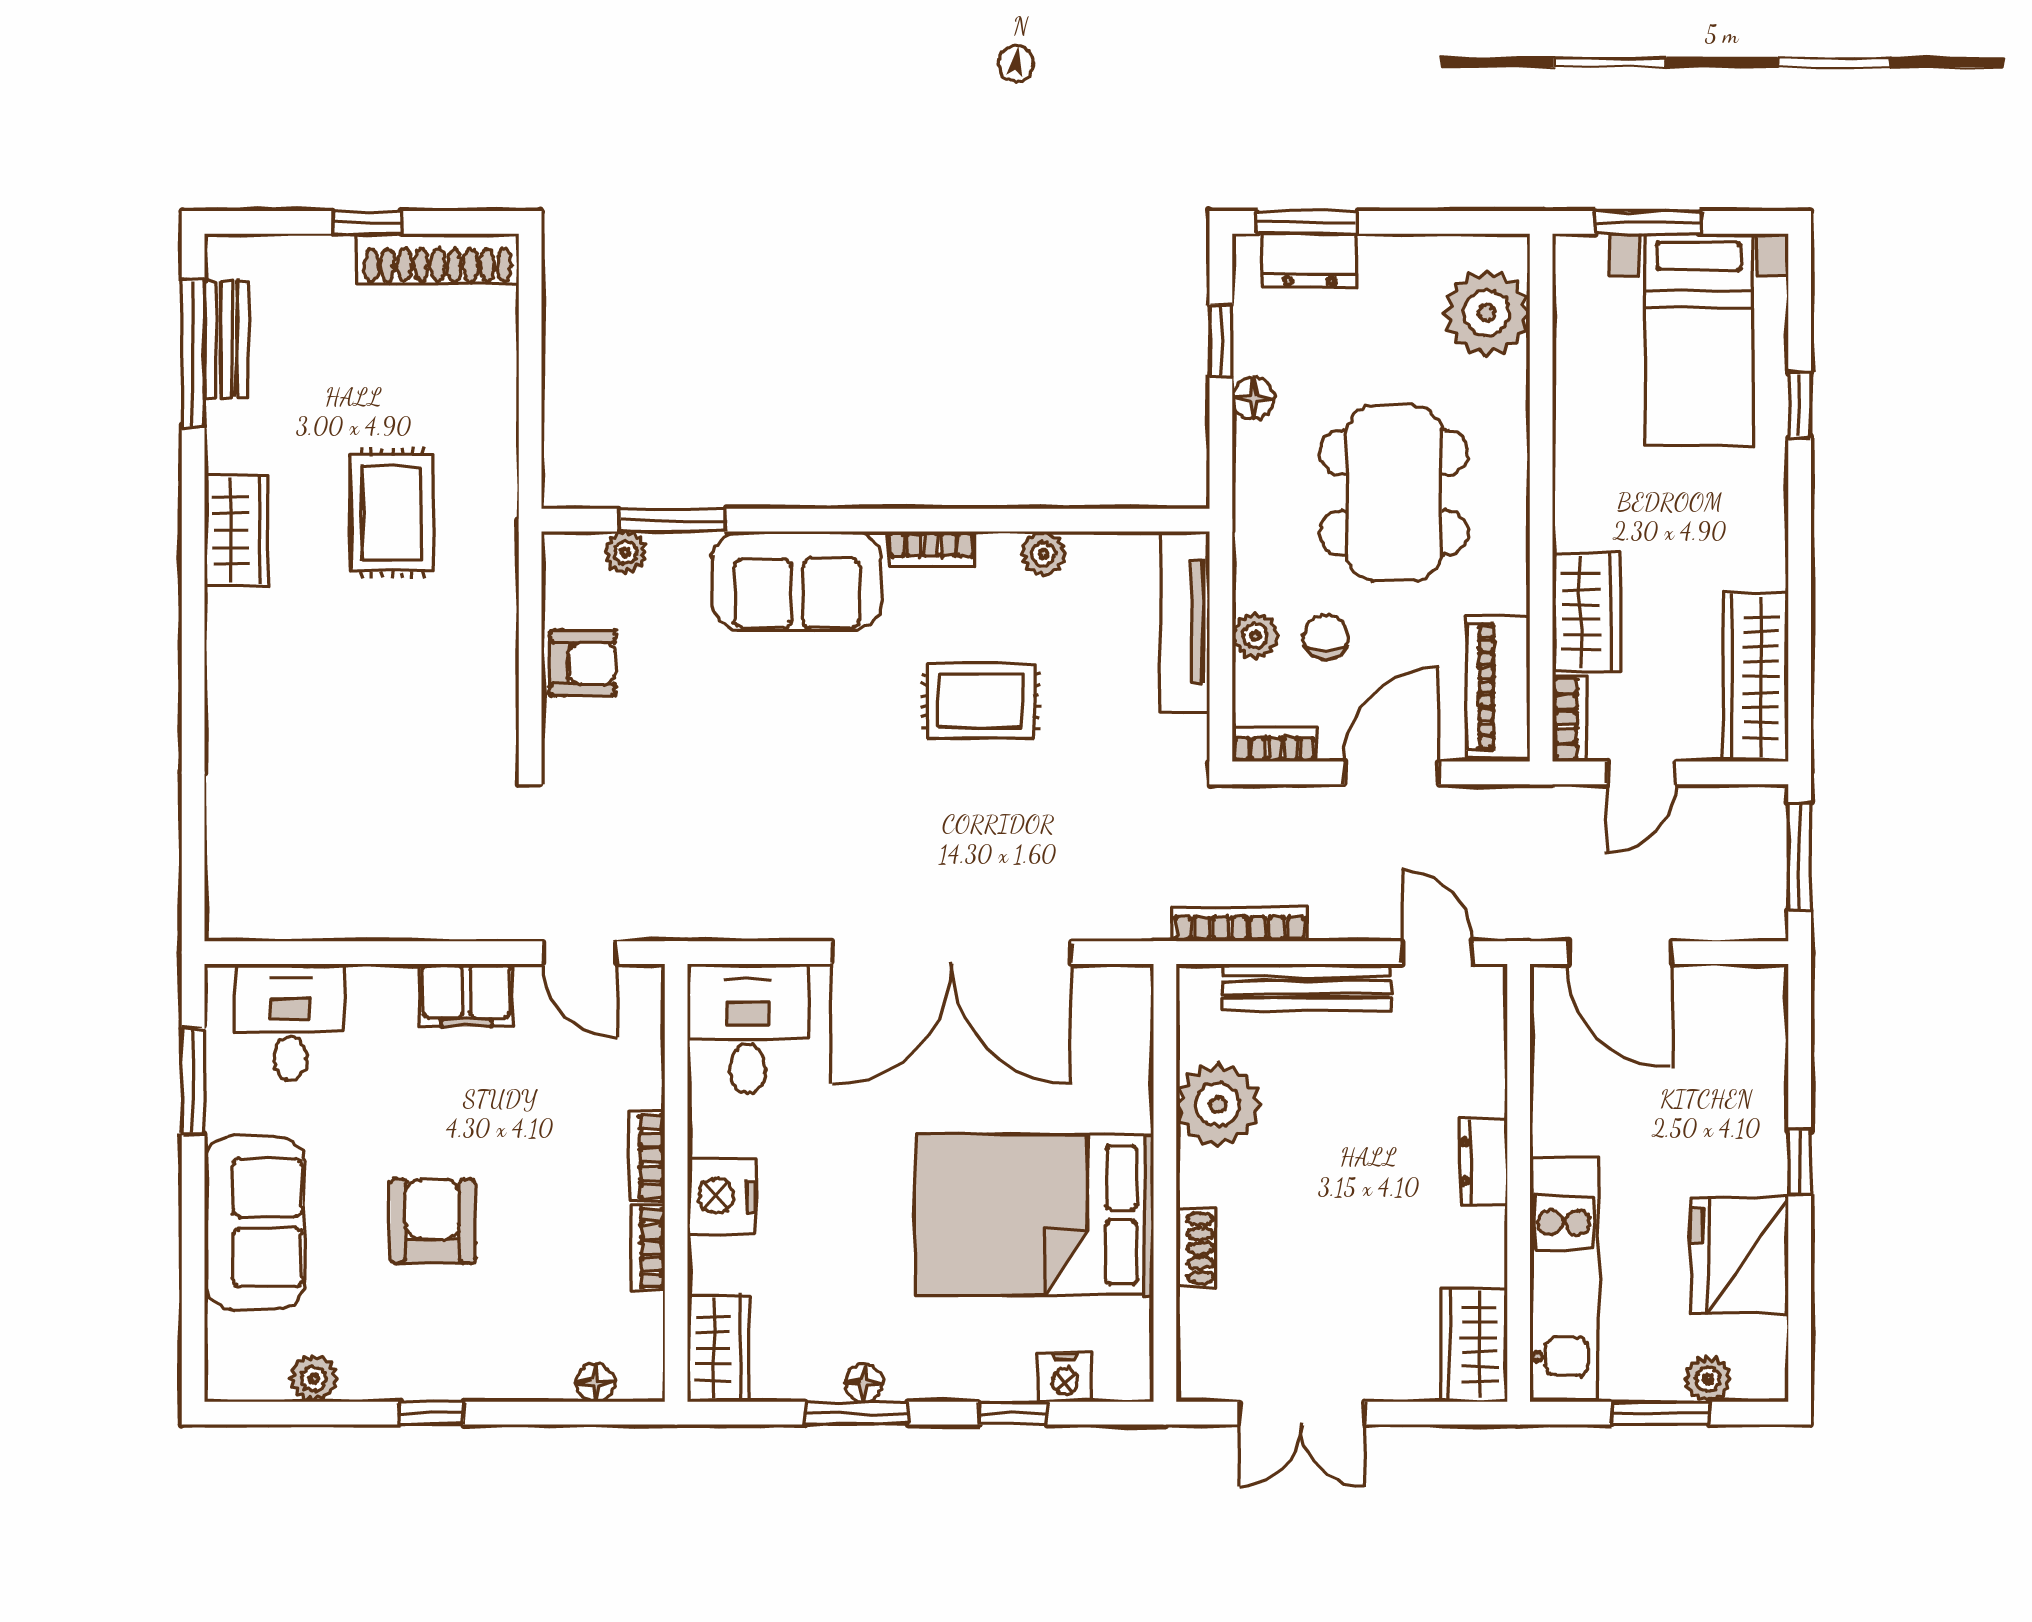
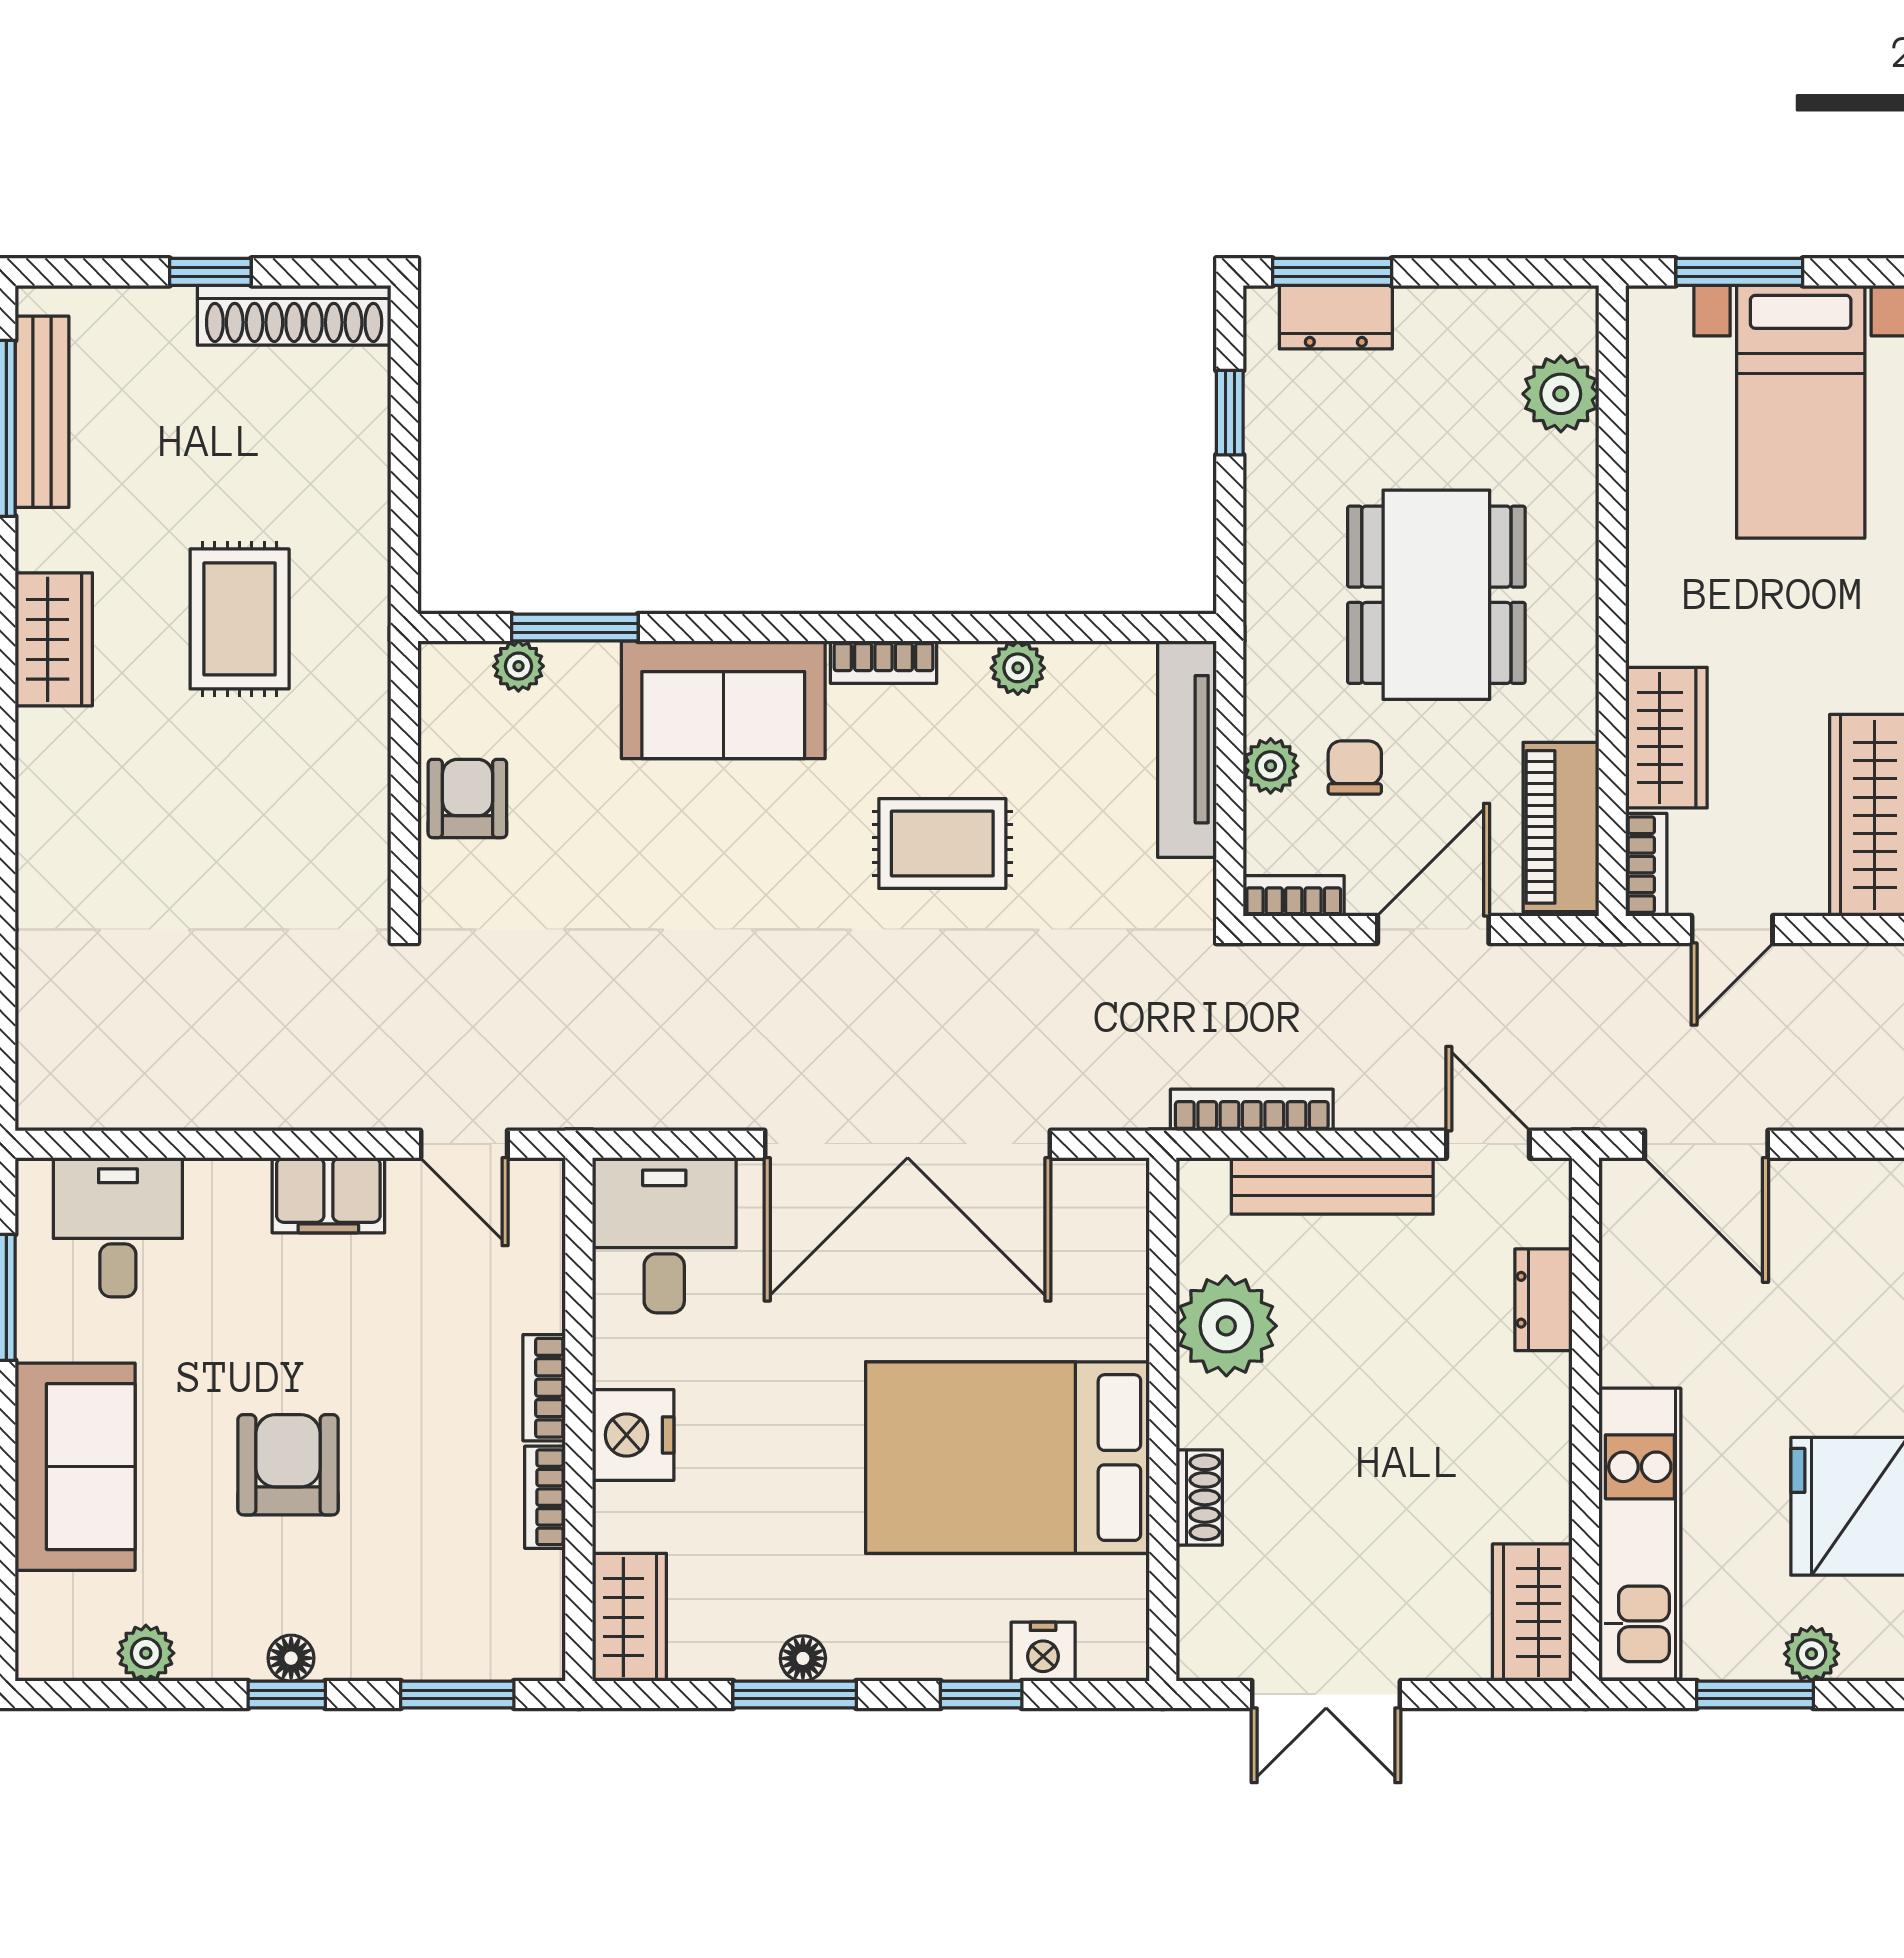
plant: (1486, 313) -> (1561, 394), width x0.73, depth x0.73
bench: (227, 339) -> (42, 412), width x1.36
floor lamp: (1253, 398) -> (1268, 482), removed
armchair: (583, 663) -> (467, 798), turned -90
dresser: (1484, 1162) -> (1543, 1300), moved
floor lamp: (595, 1383) -> (291, 1658), moved
window: (574, 1413) -> (457, 1694), added

